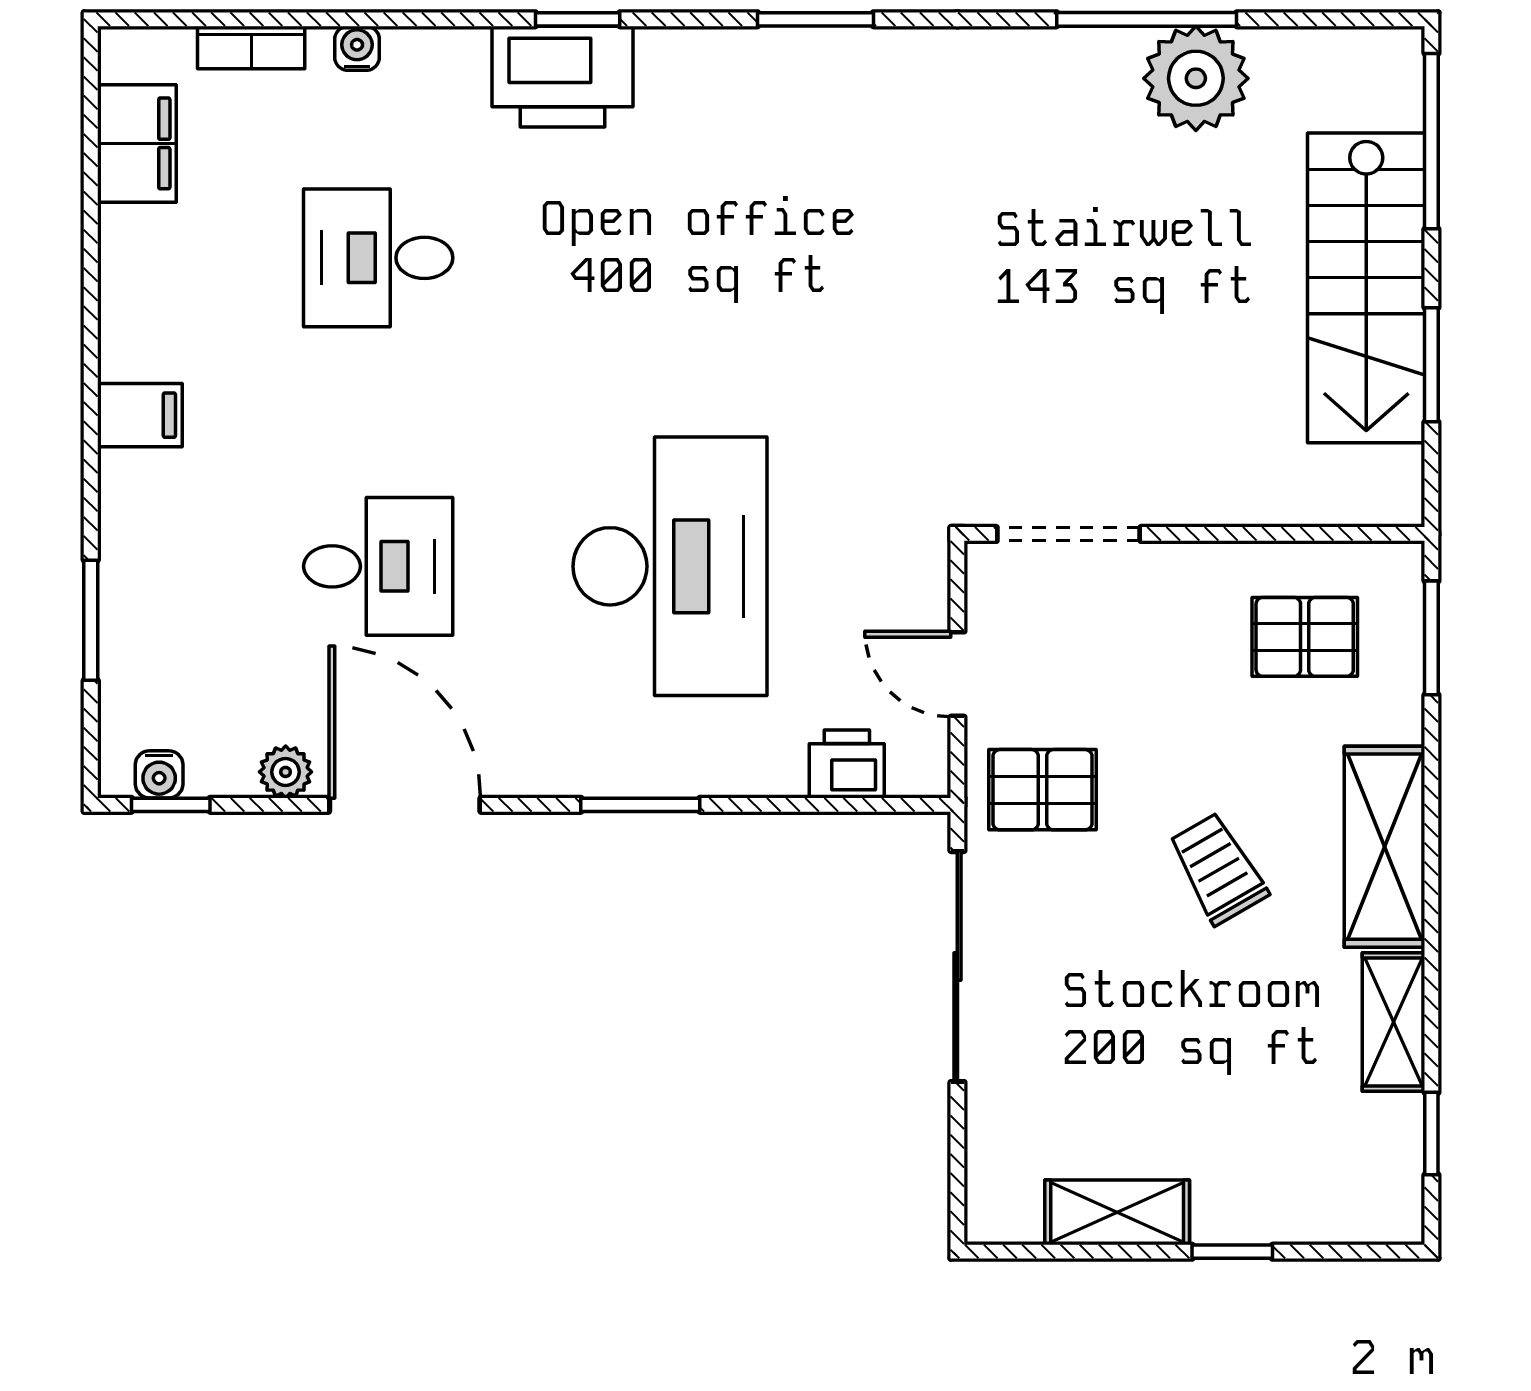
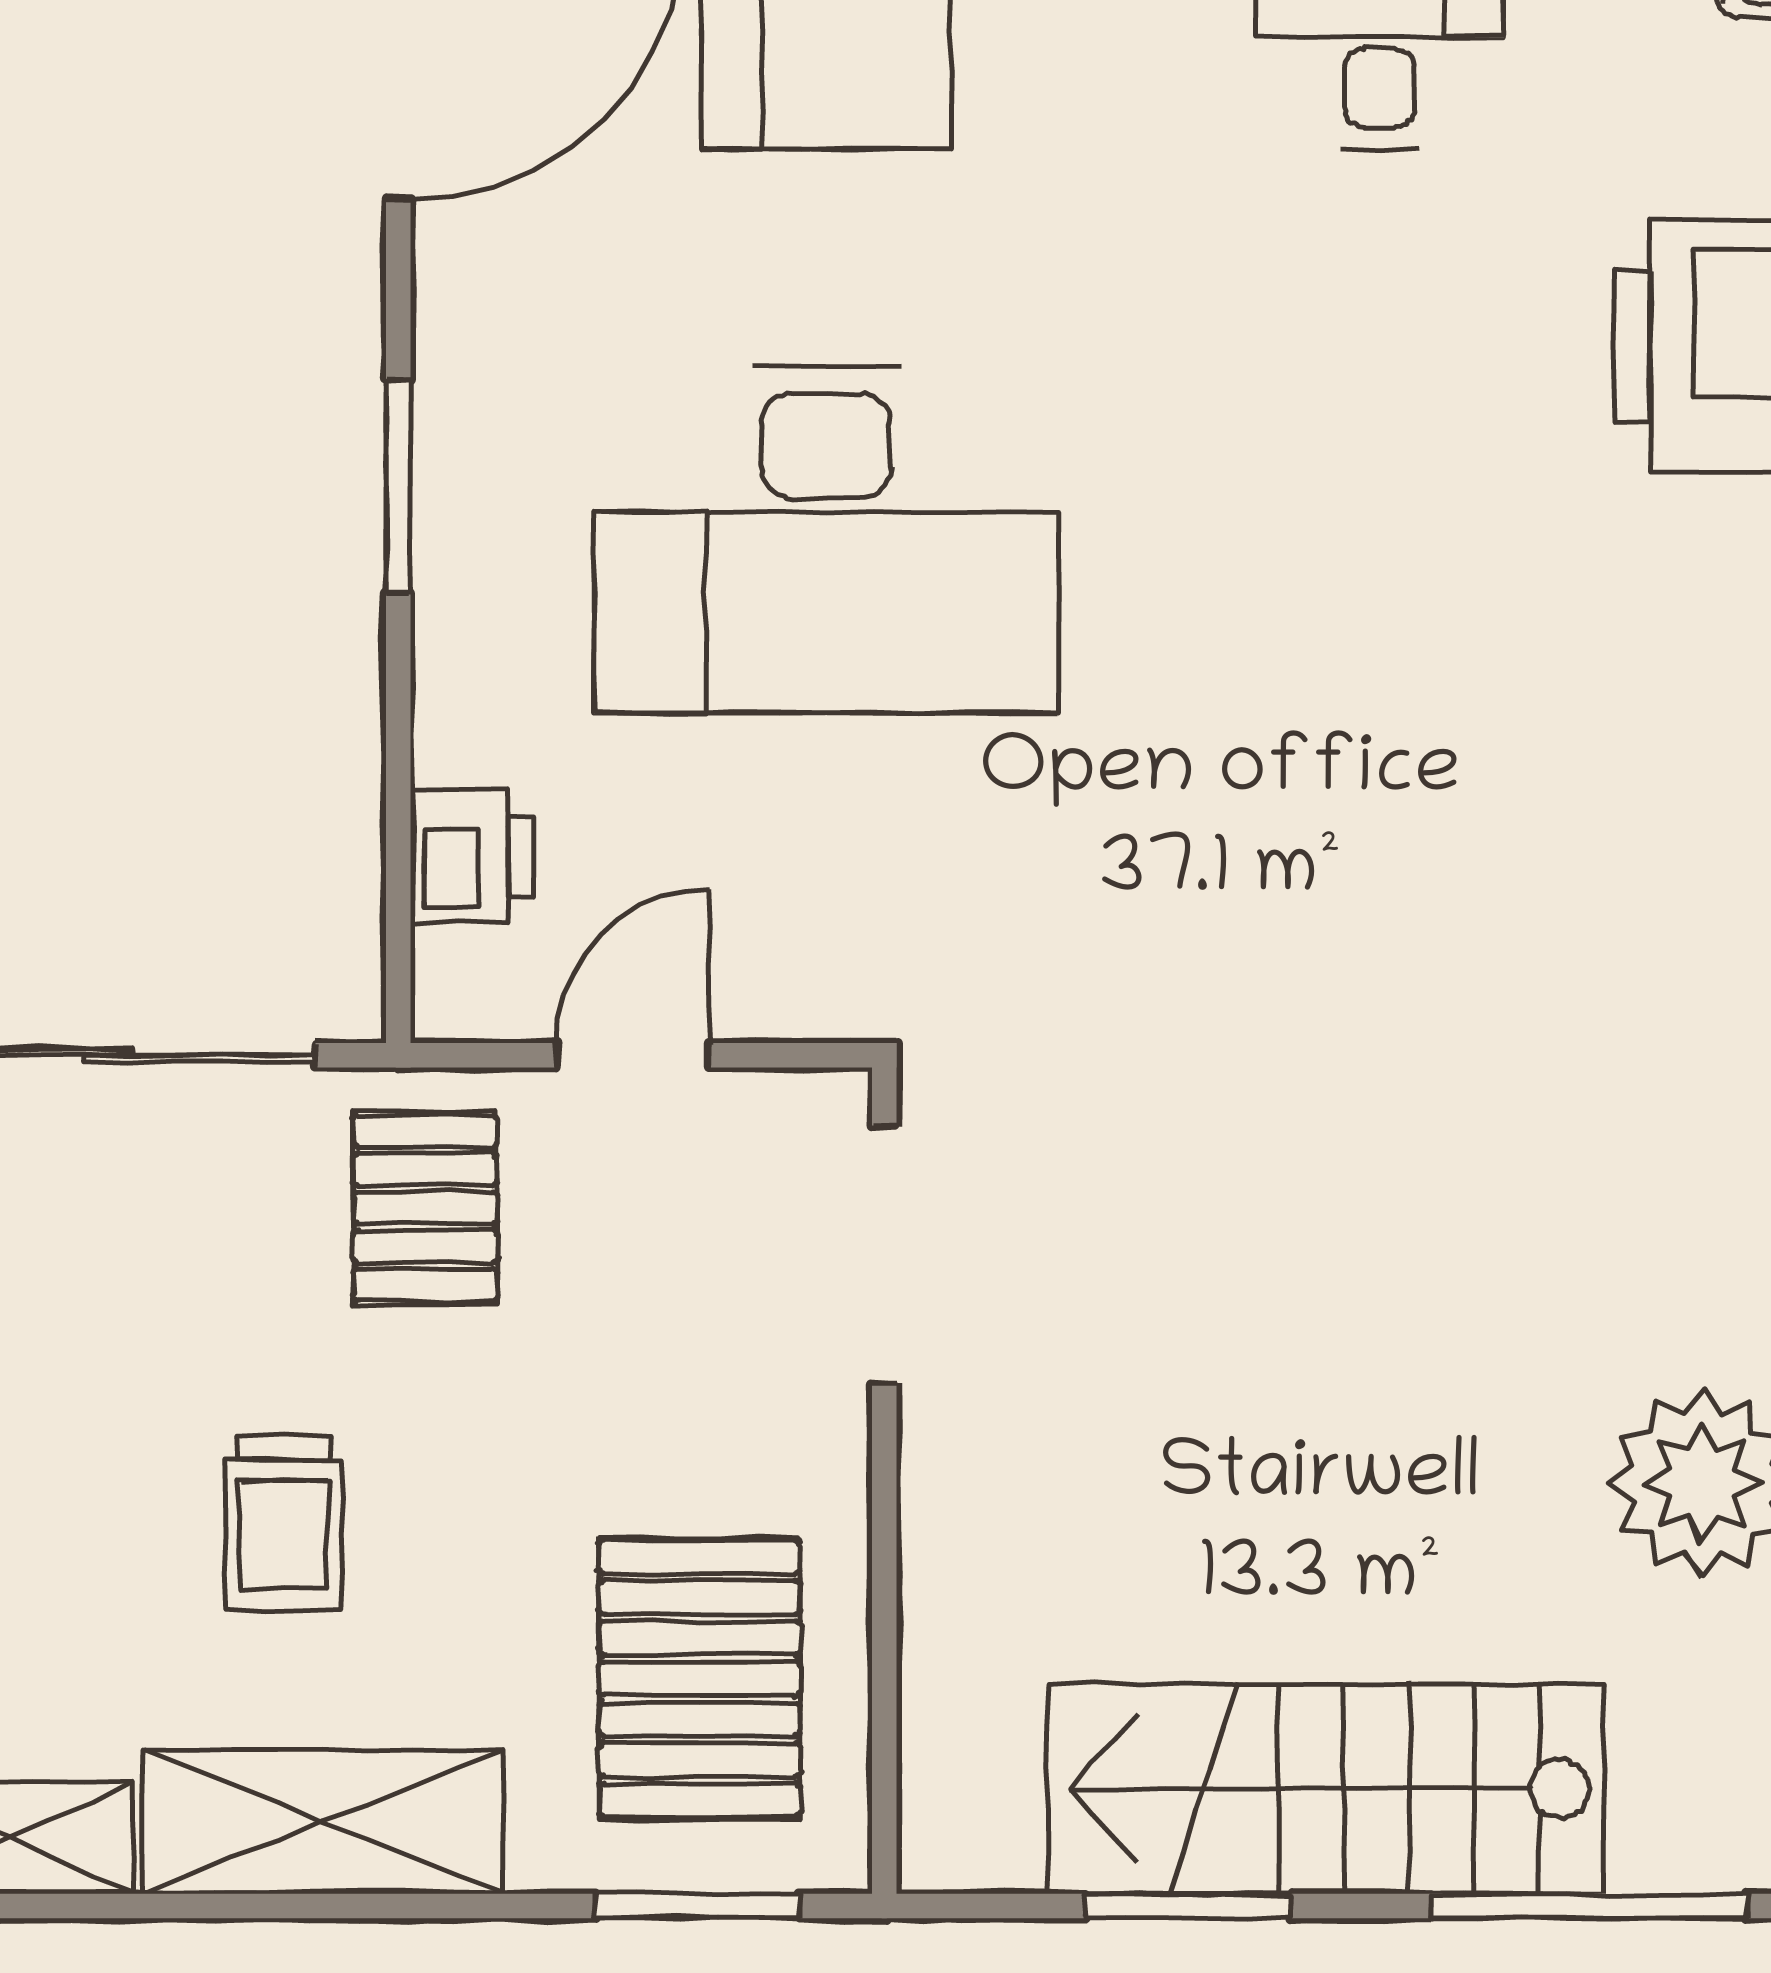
pallet: (1305, 637) -> (700, 1678), width x1.50, depth x1.42
trolley: (1218, 869) -> (284, 1523), turned 120

